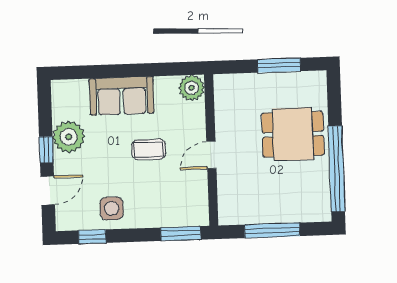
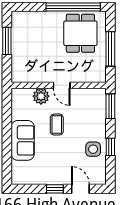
plant: (192, 88) -> (41, 96), moved
dining table: (293, 134) -> (80, 33), moved
plant: (69, 137) -> (47, 175), removed
window: (92, 237) -> (110, 147), moved

